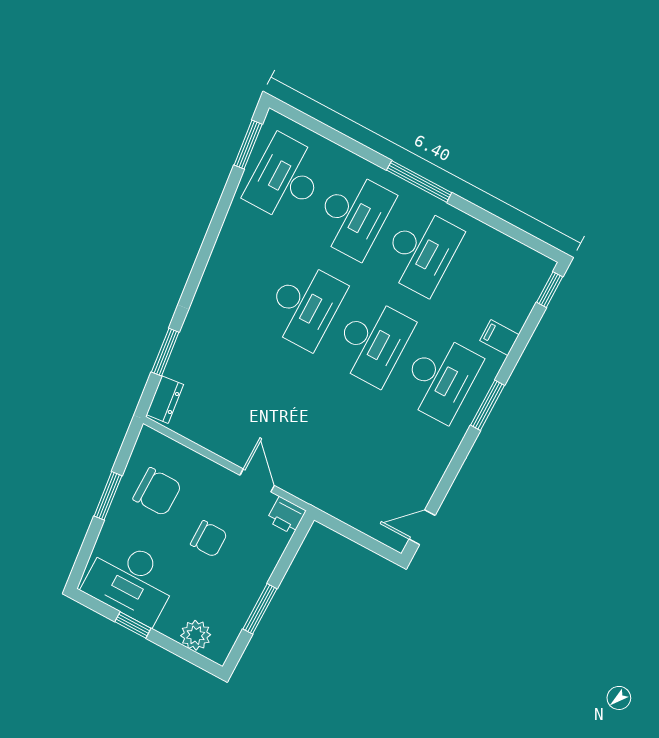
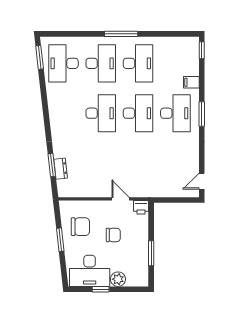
dresser: (165, 400) -> (61, 169), moved
plant: (196, 635) -> (118, 279), moved

